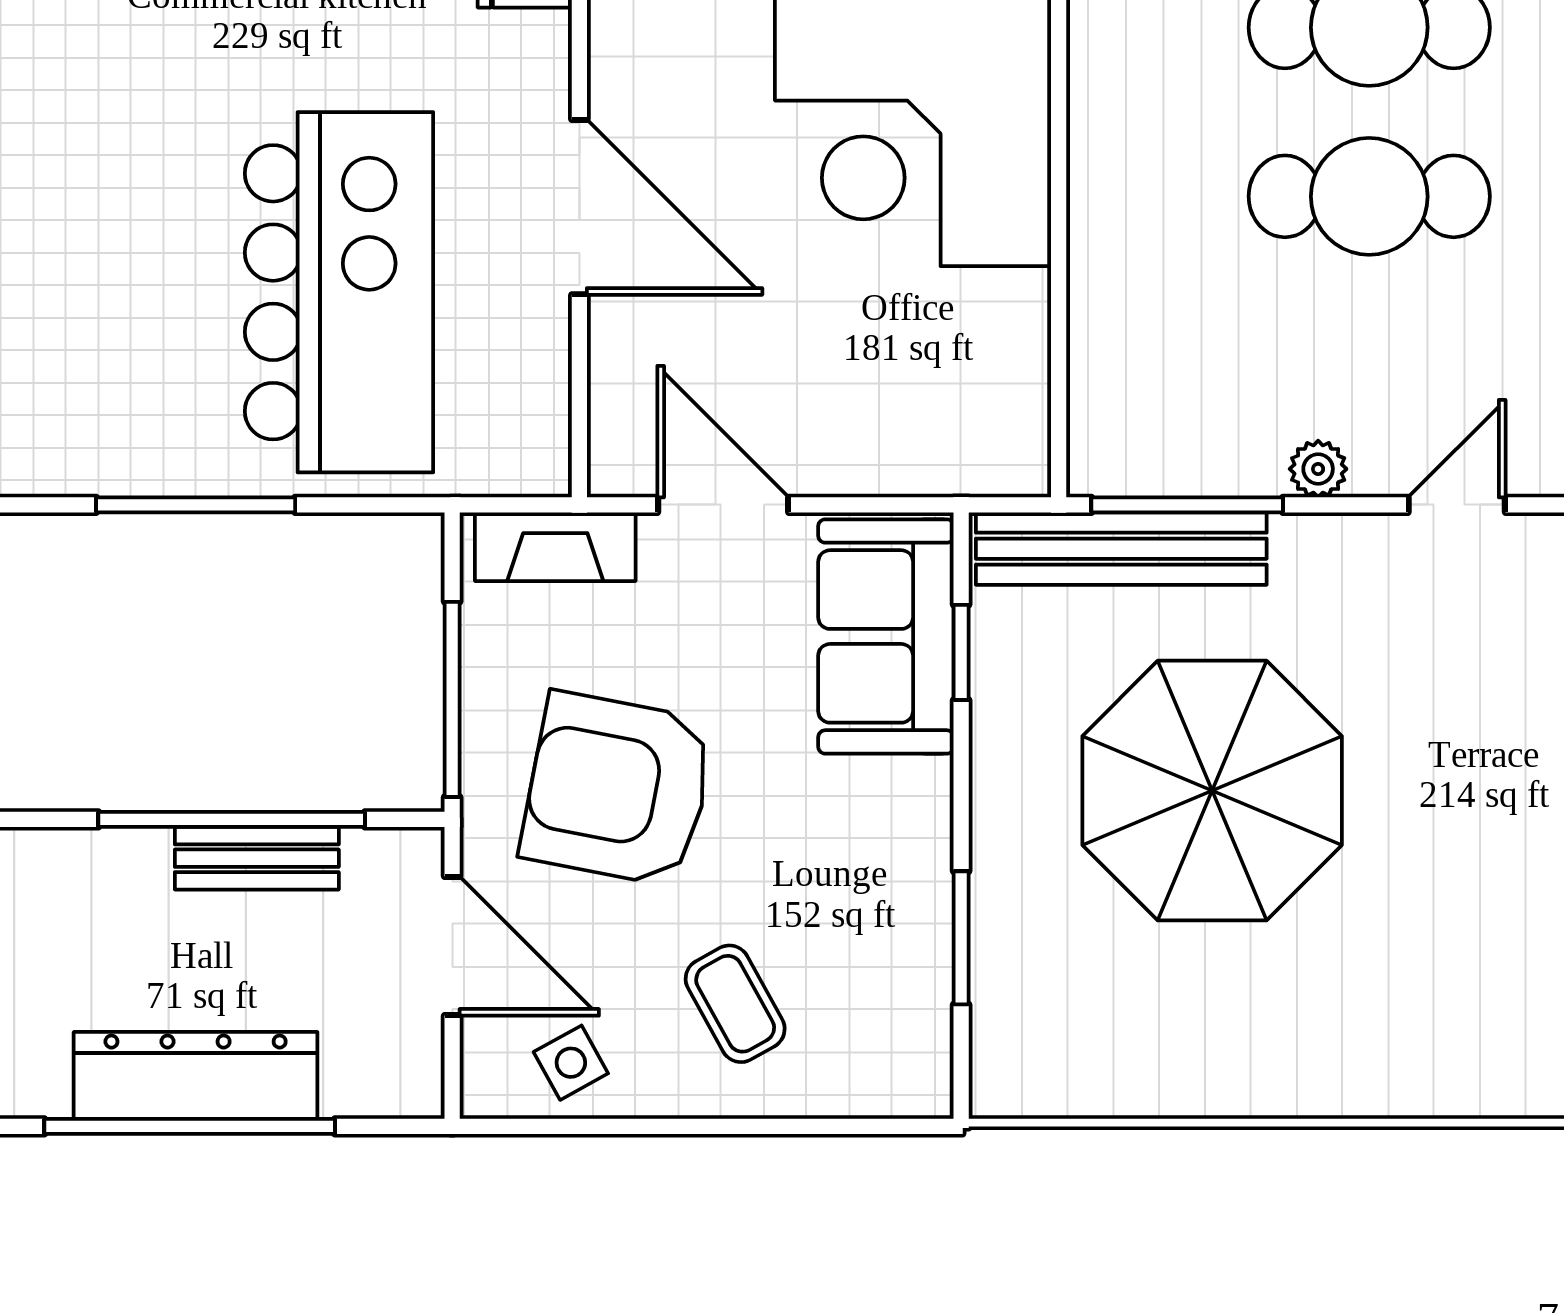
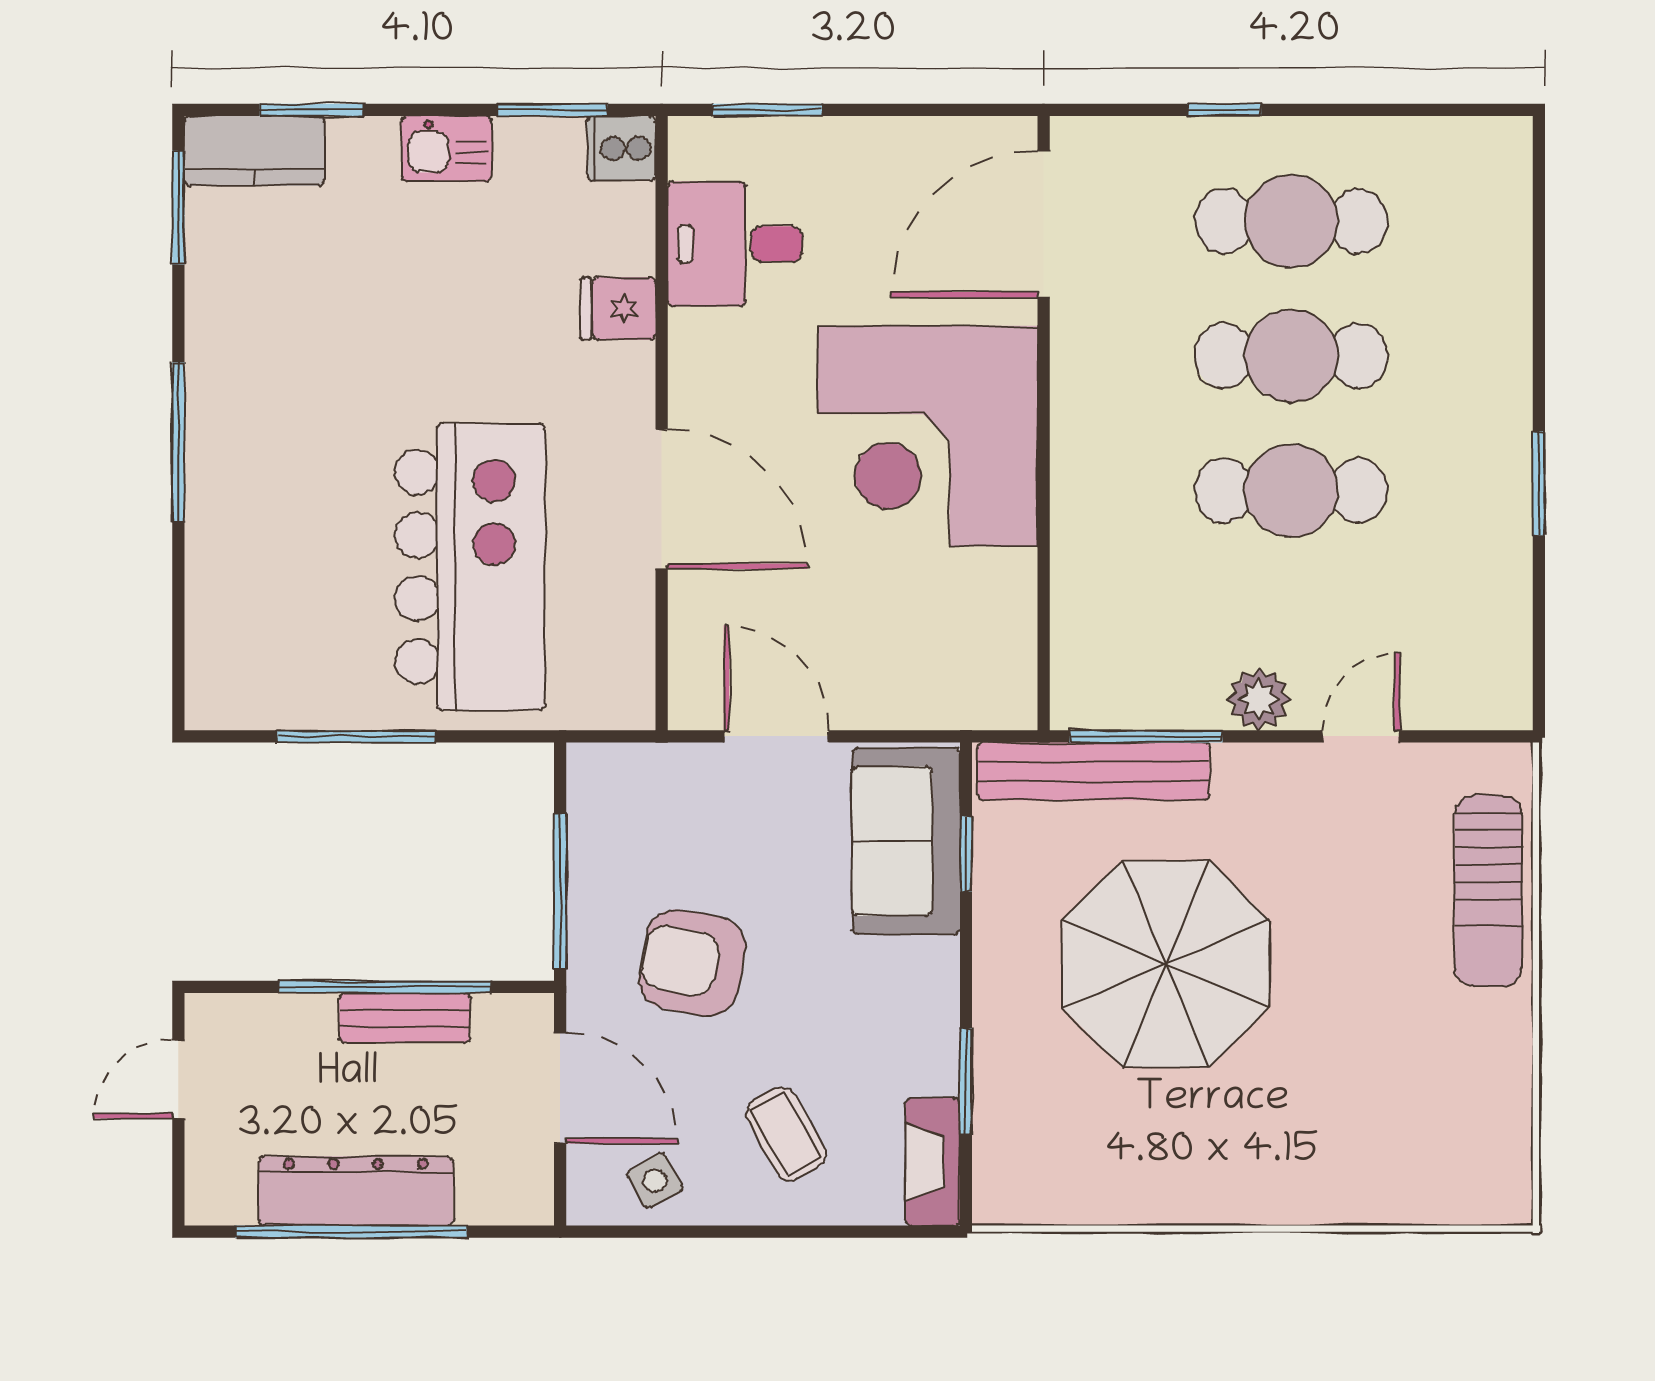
plant: (1318, 469) -> (1259, 699), width x1.38, depth x1.38
fireplace: (555, 547) -> (933, 1162), moved, turned 90
armchair: (618, 789) -> (692, 963), width x0.73, depth x0.73

